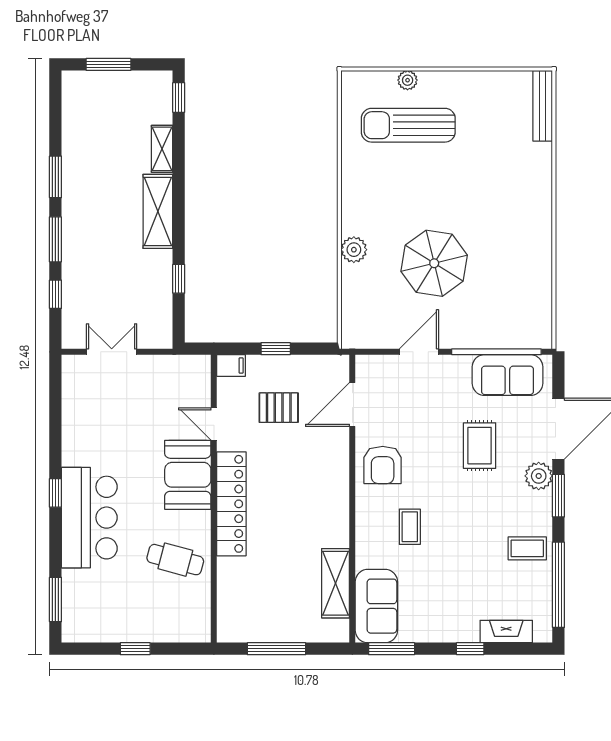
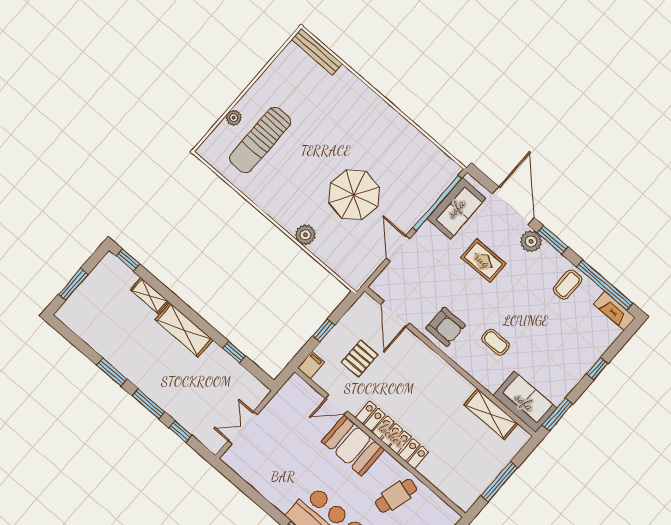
fireplace: (506, 632) -> (614, 311), moved, turned -90

